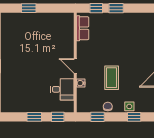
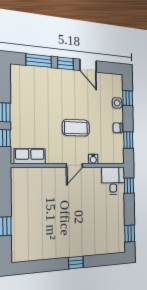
coffee table: (112, 78) -> (76, 128), moved
desk: (62, 89) -> (113, 181), moved
window: (34, 117) -> (130, 233), moved

